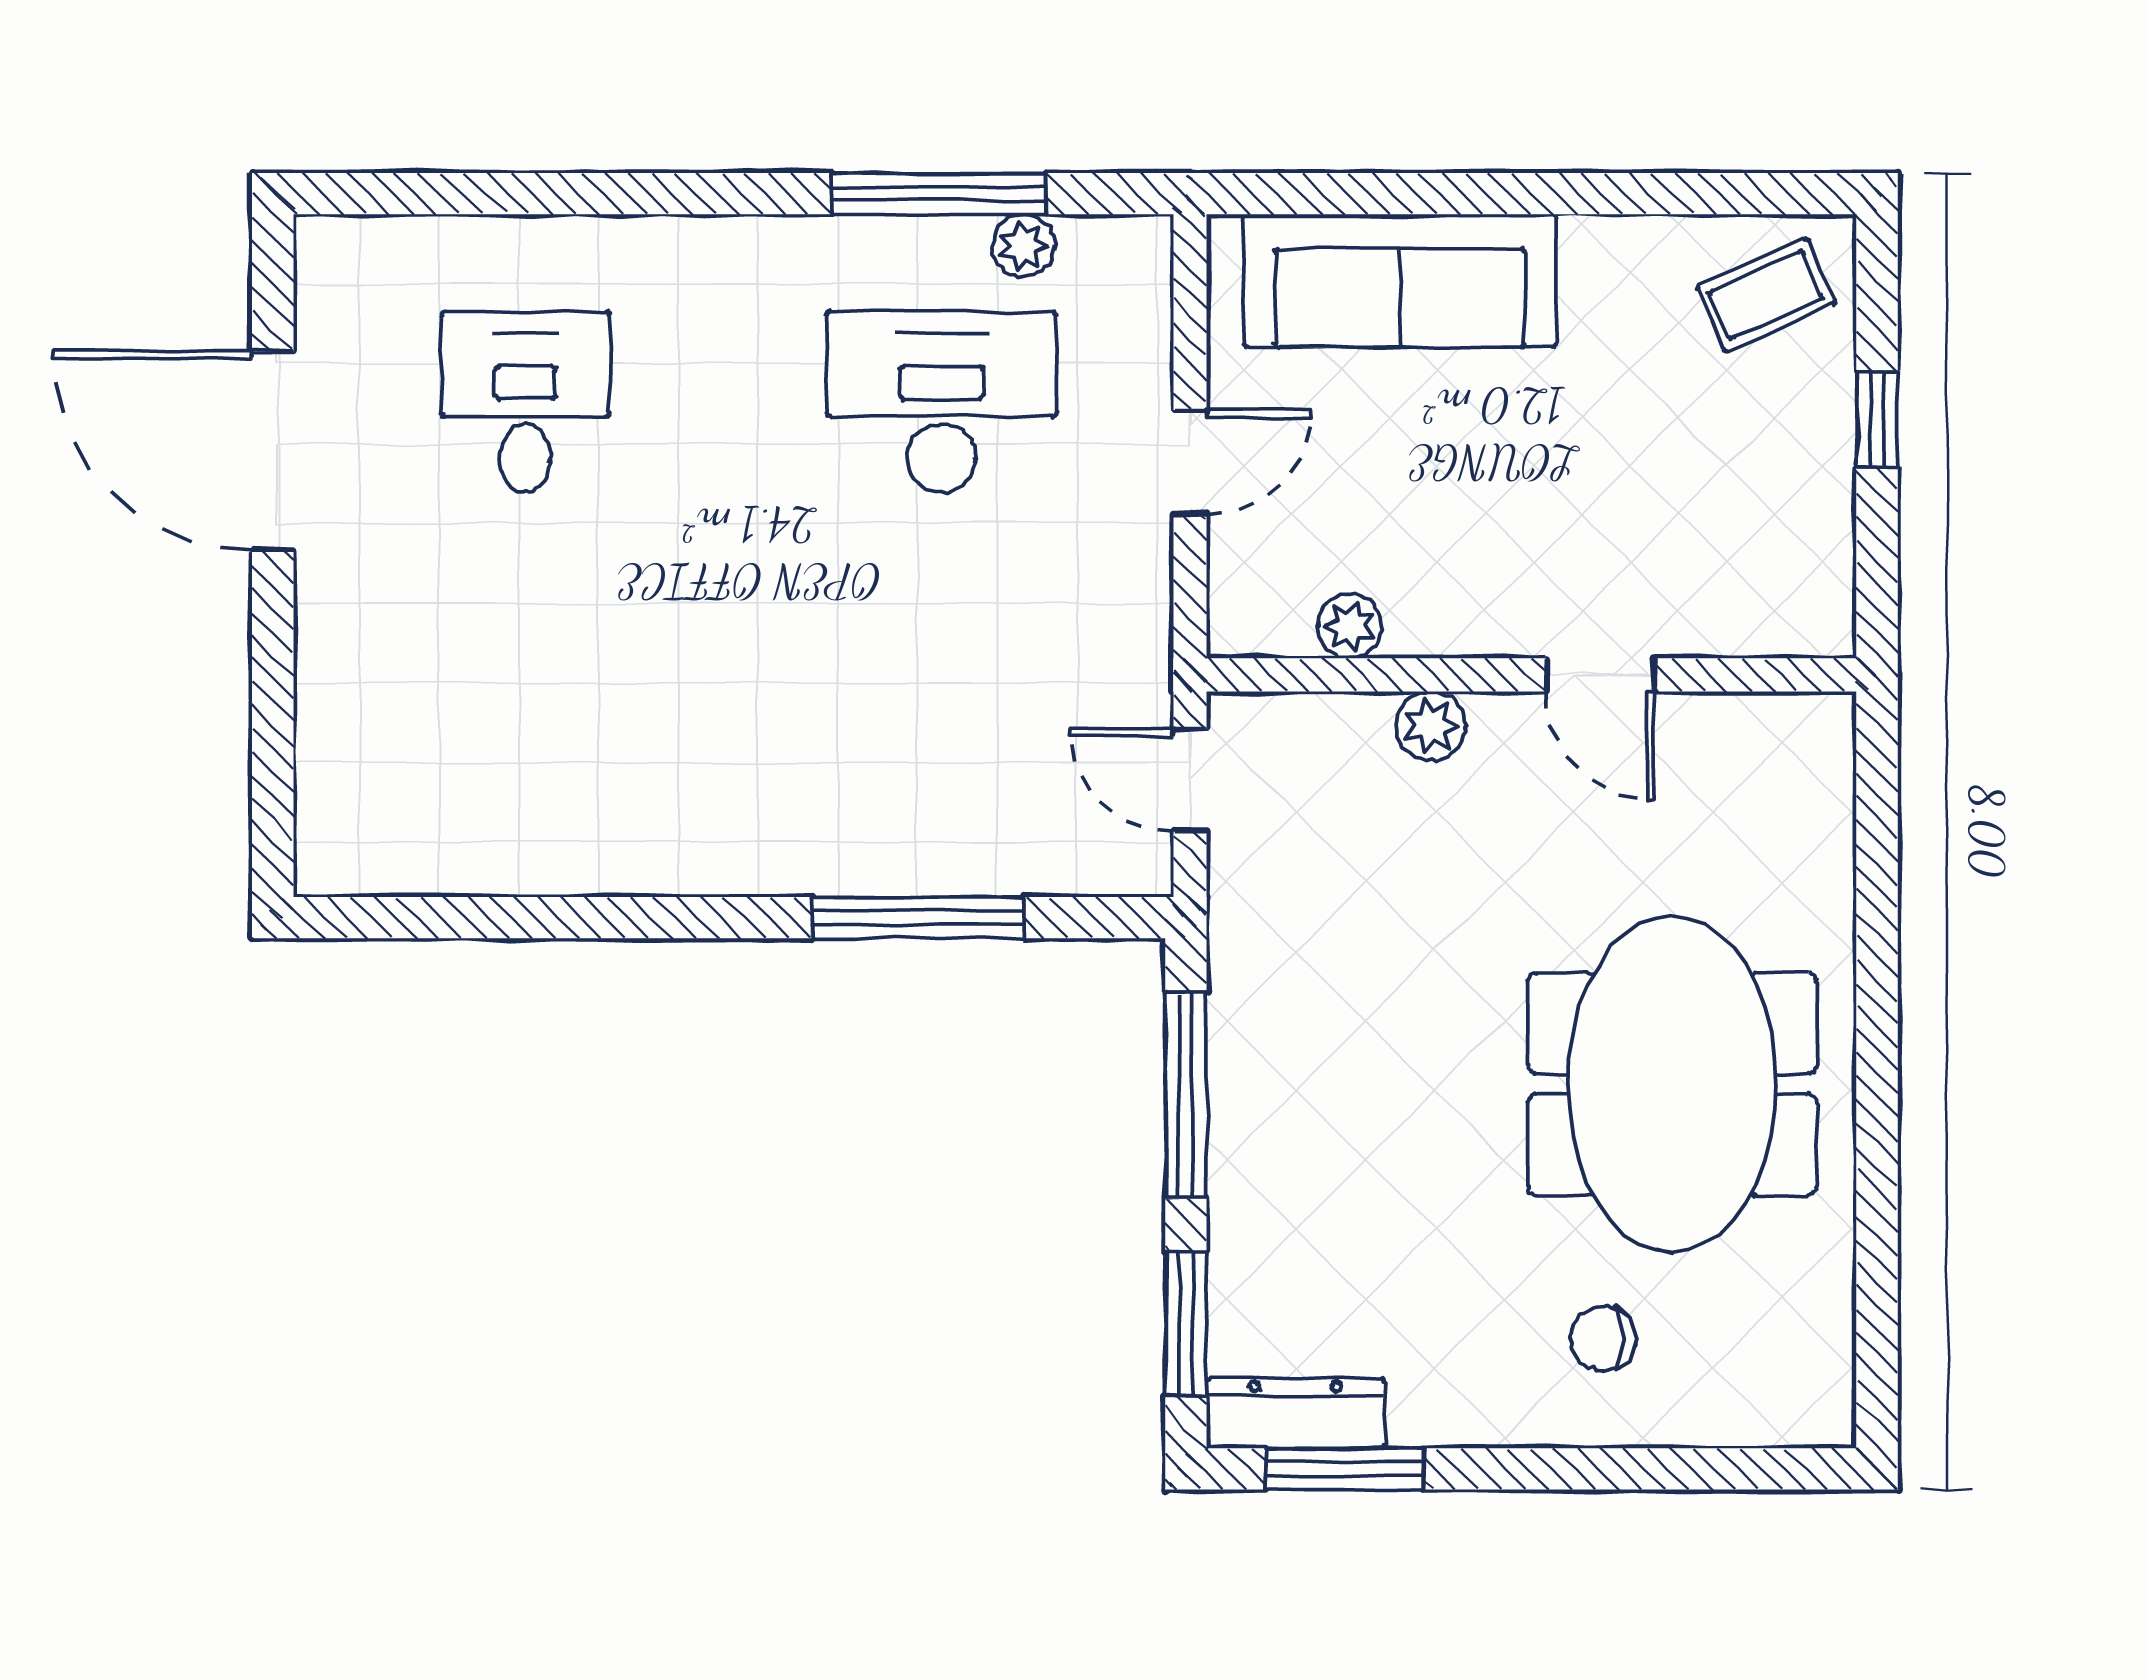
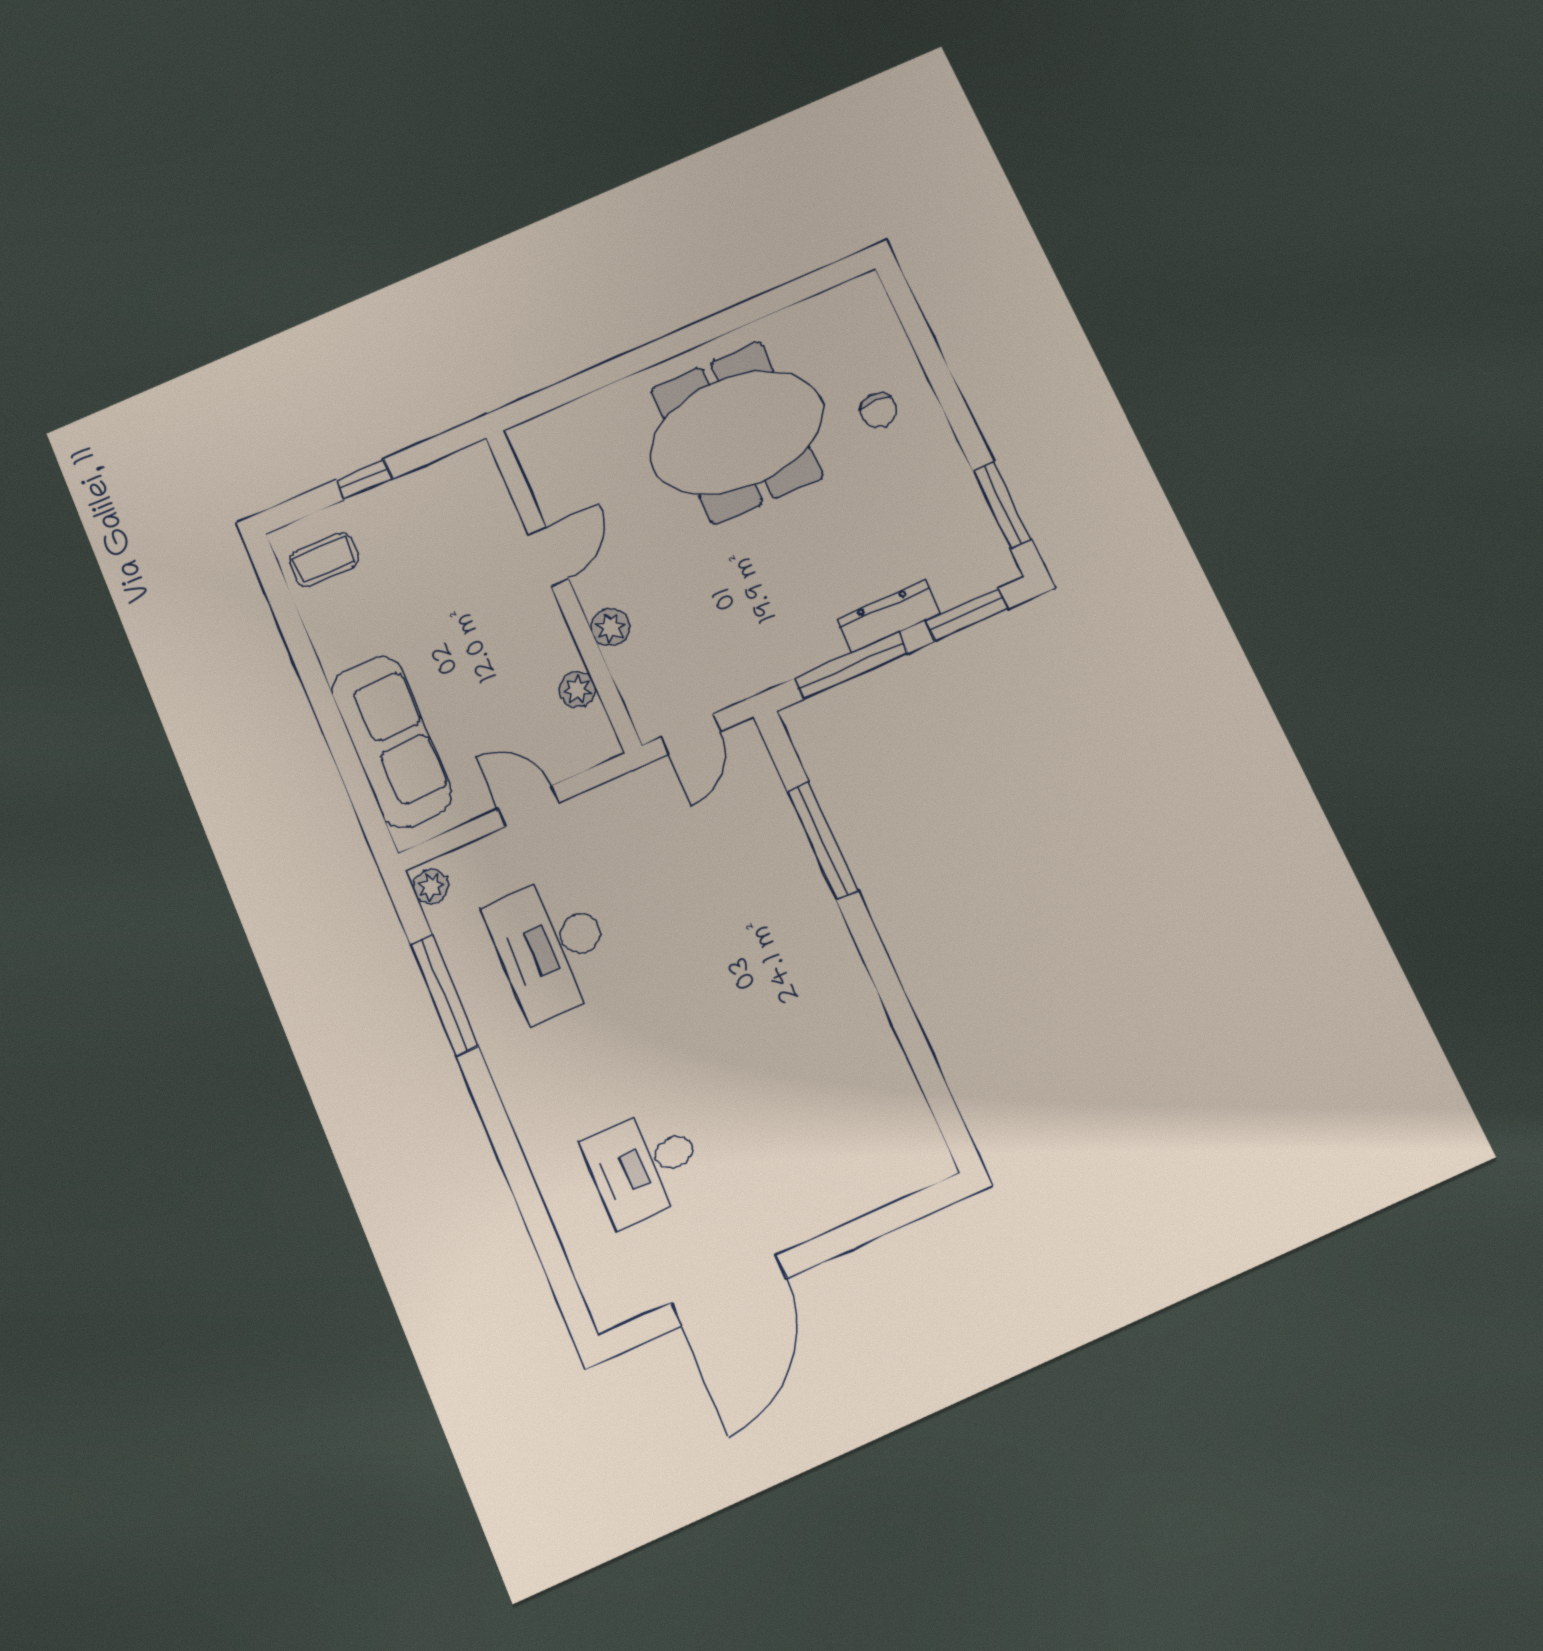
plant: (1023, 246) -> (431, 887), moved
coffee table: (1766, 295) -> (324, 560), turned -66
dresser: (1295, 1413) -> (888, 616), moved, turned 90

